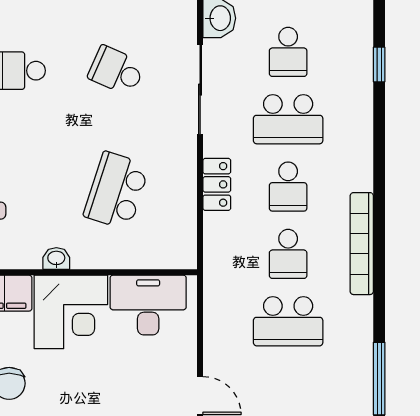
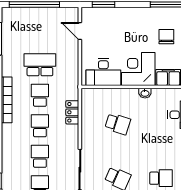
school desk: (288, 119) -> (40, 156), width x0.54
locker: (217, 184) -> (72, 112), moved
school desk: (116, 191) -> (118, 124), width x0.54

